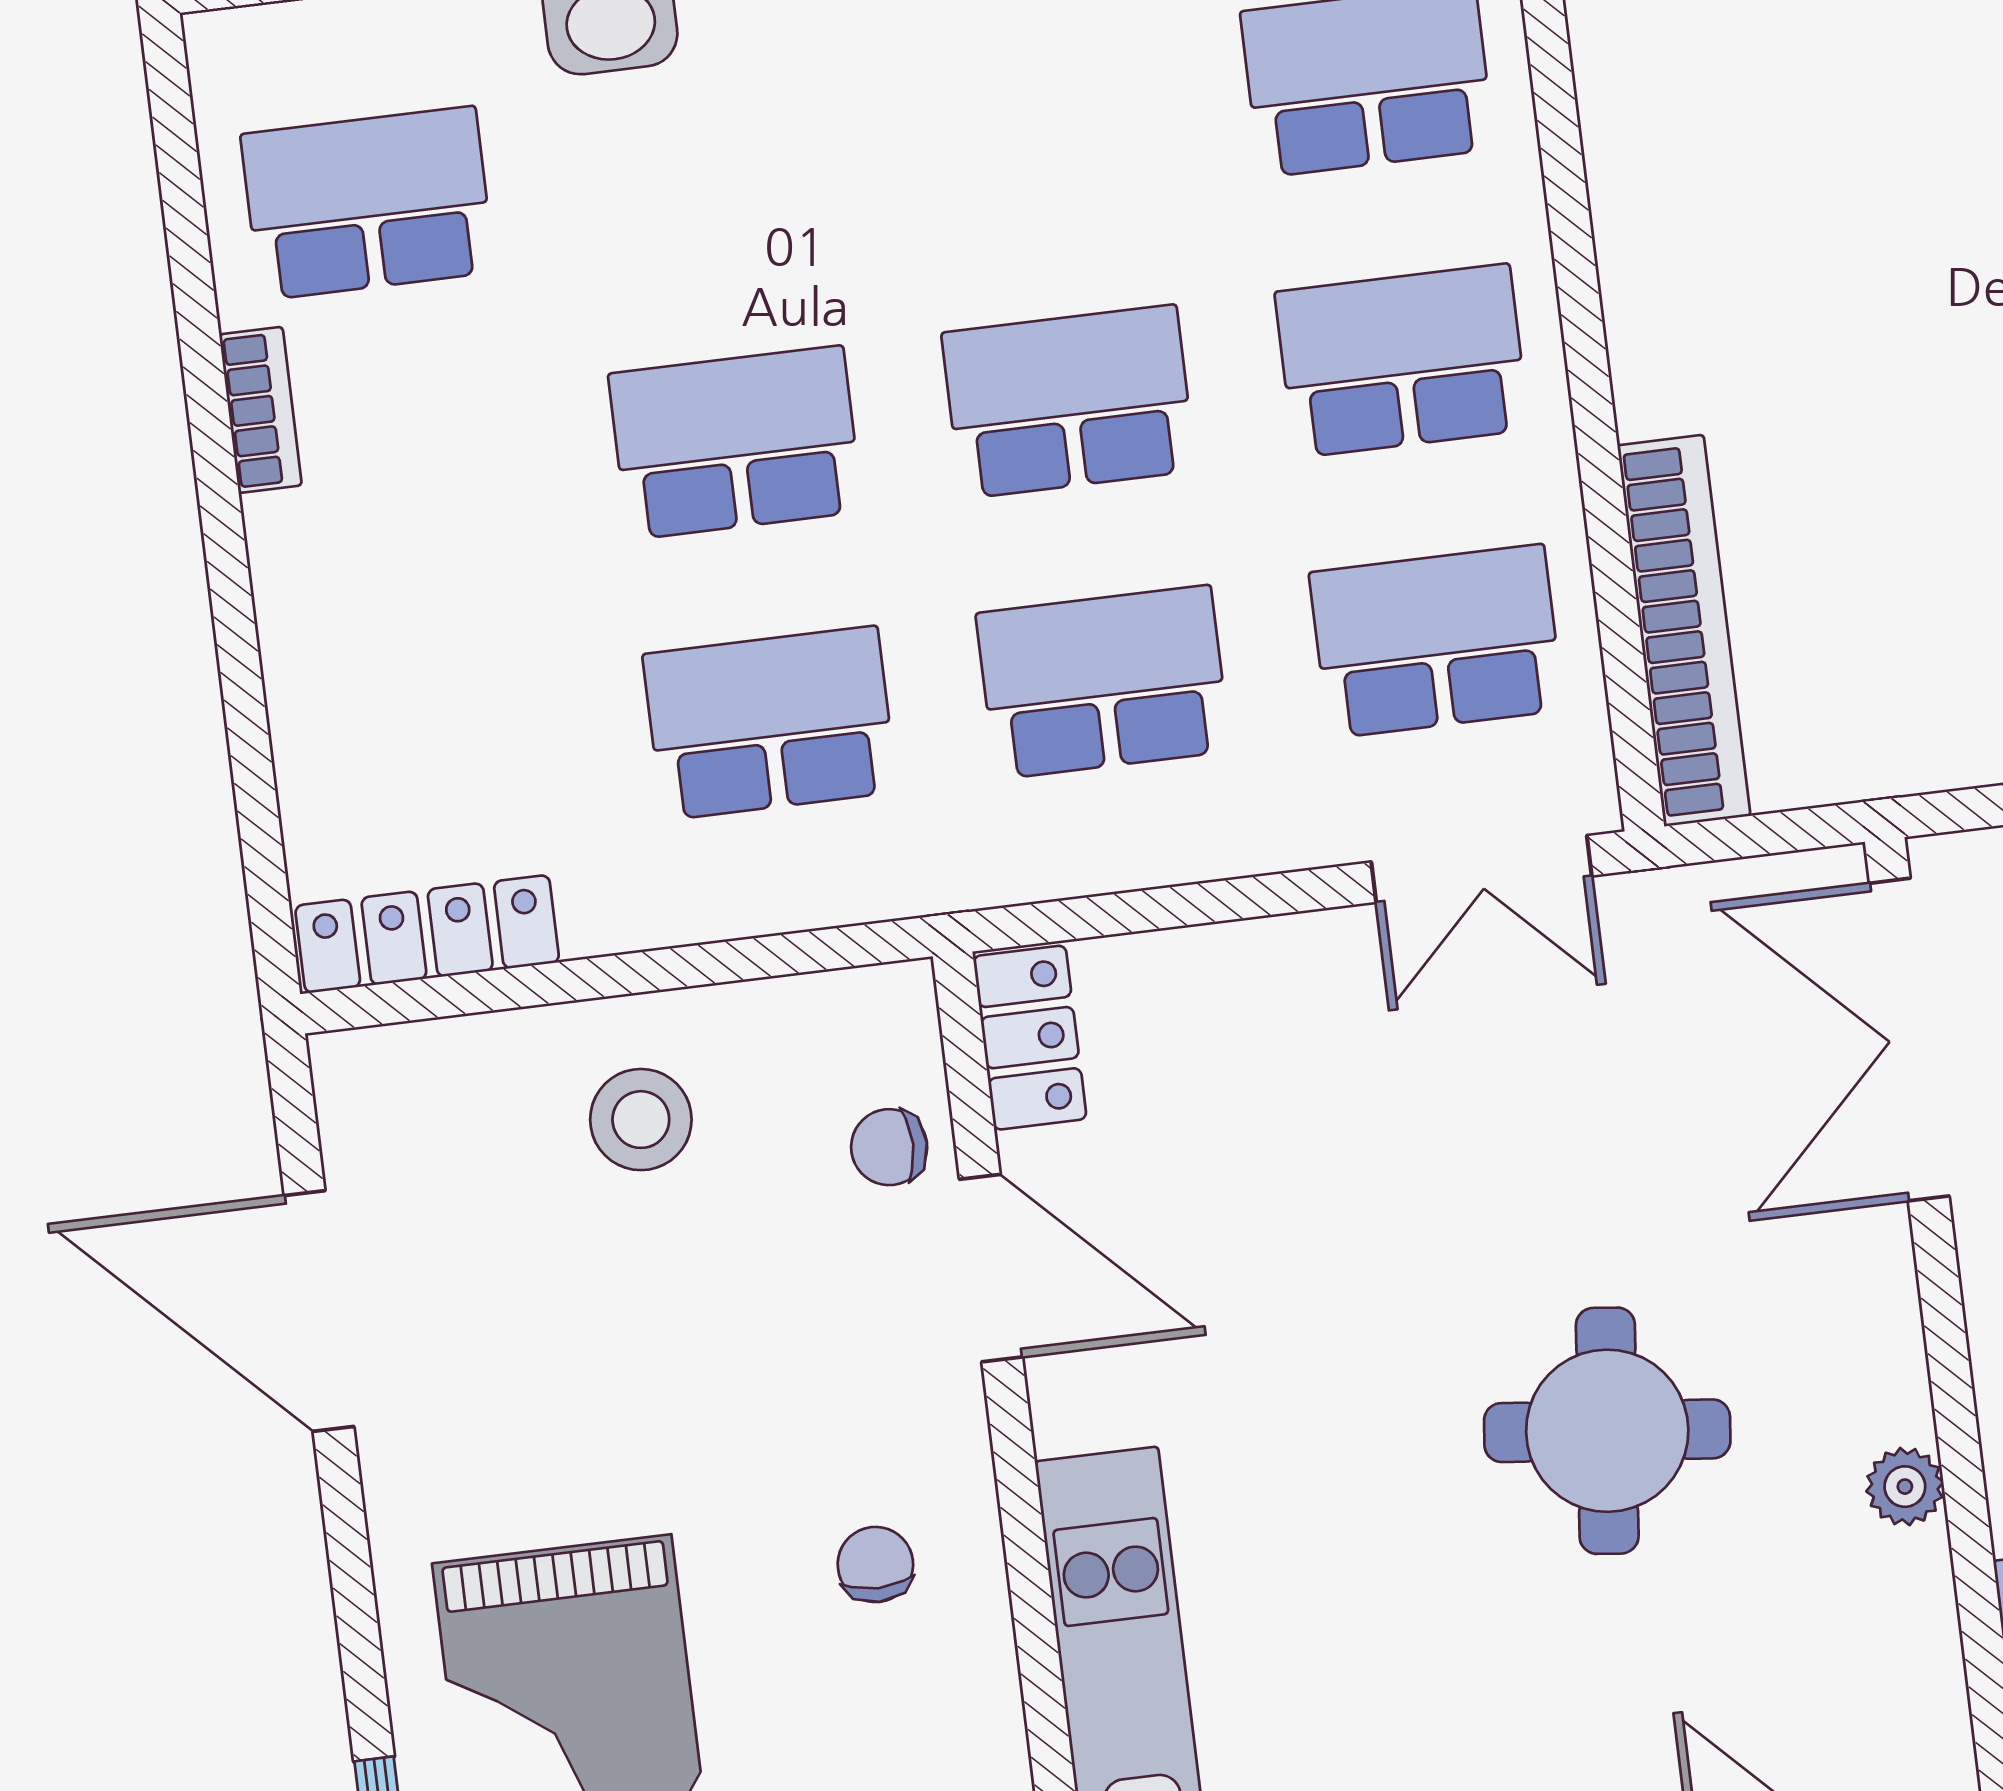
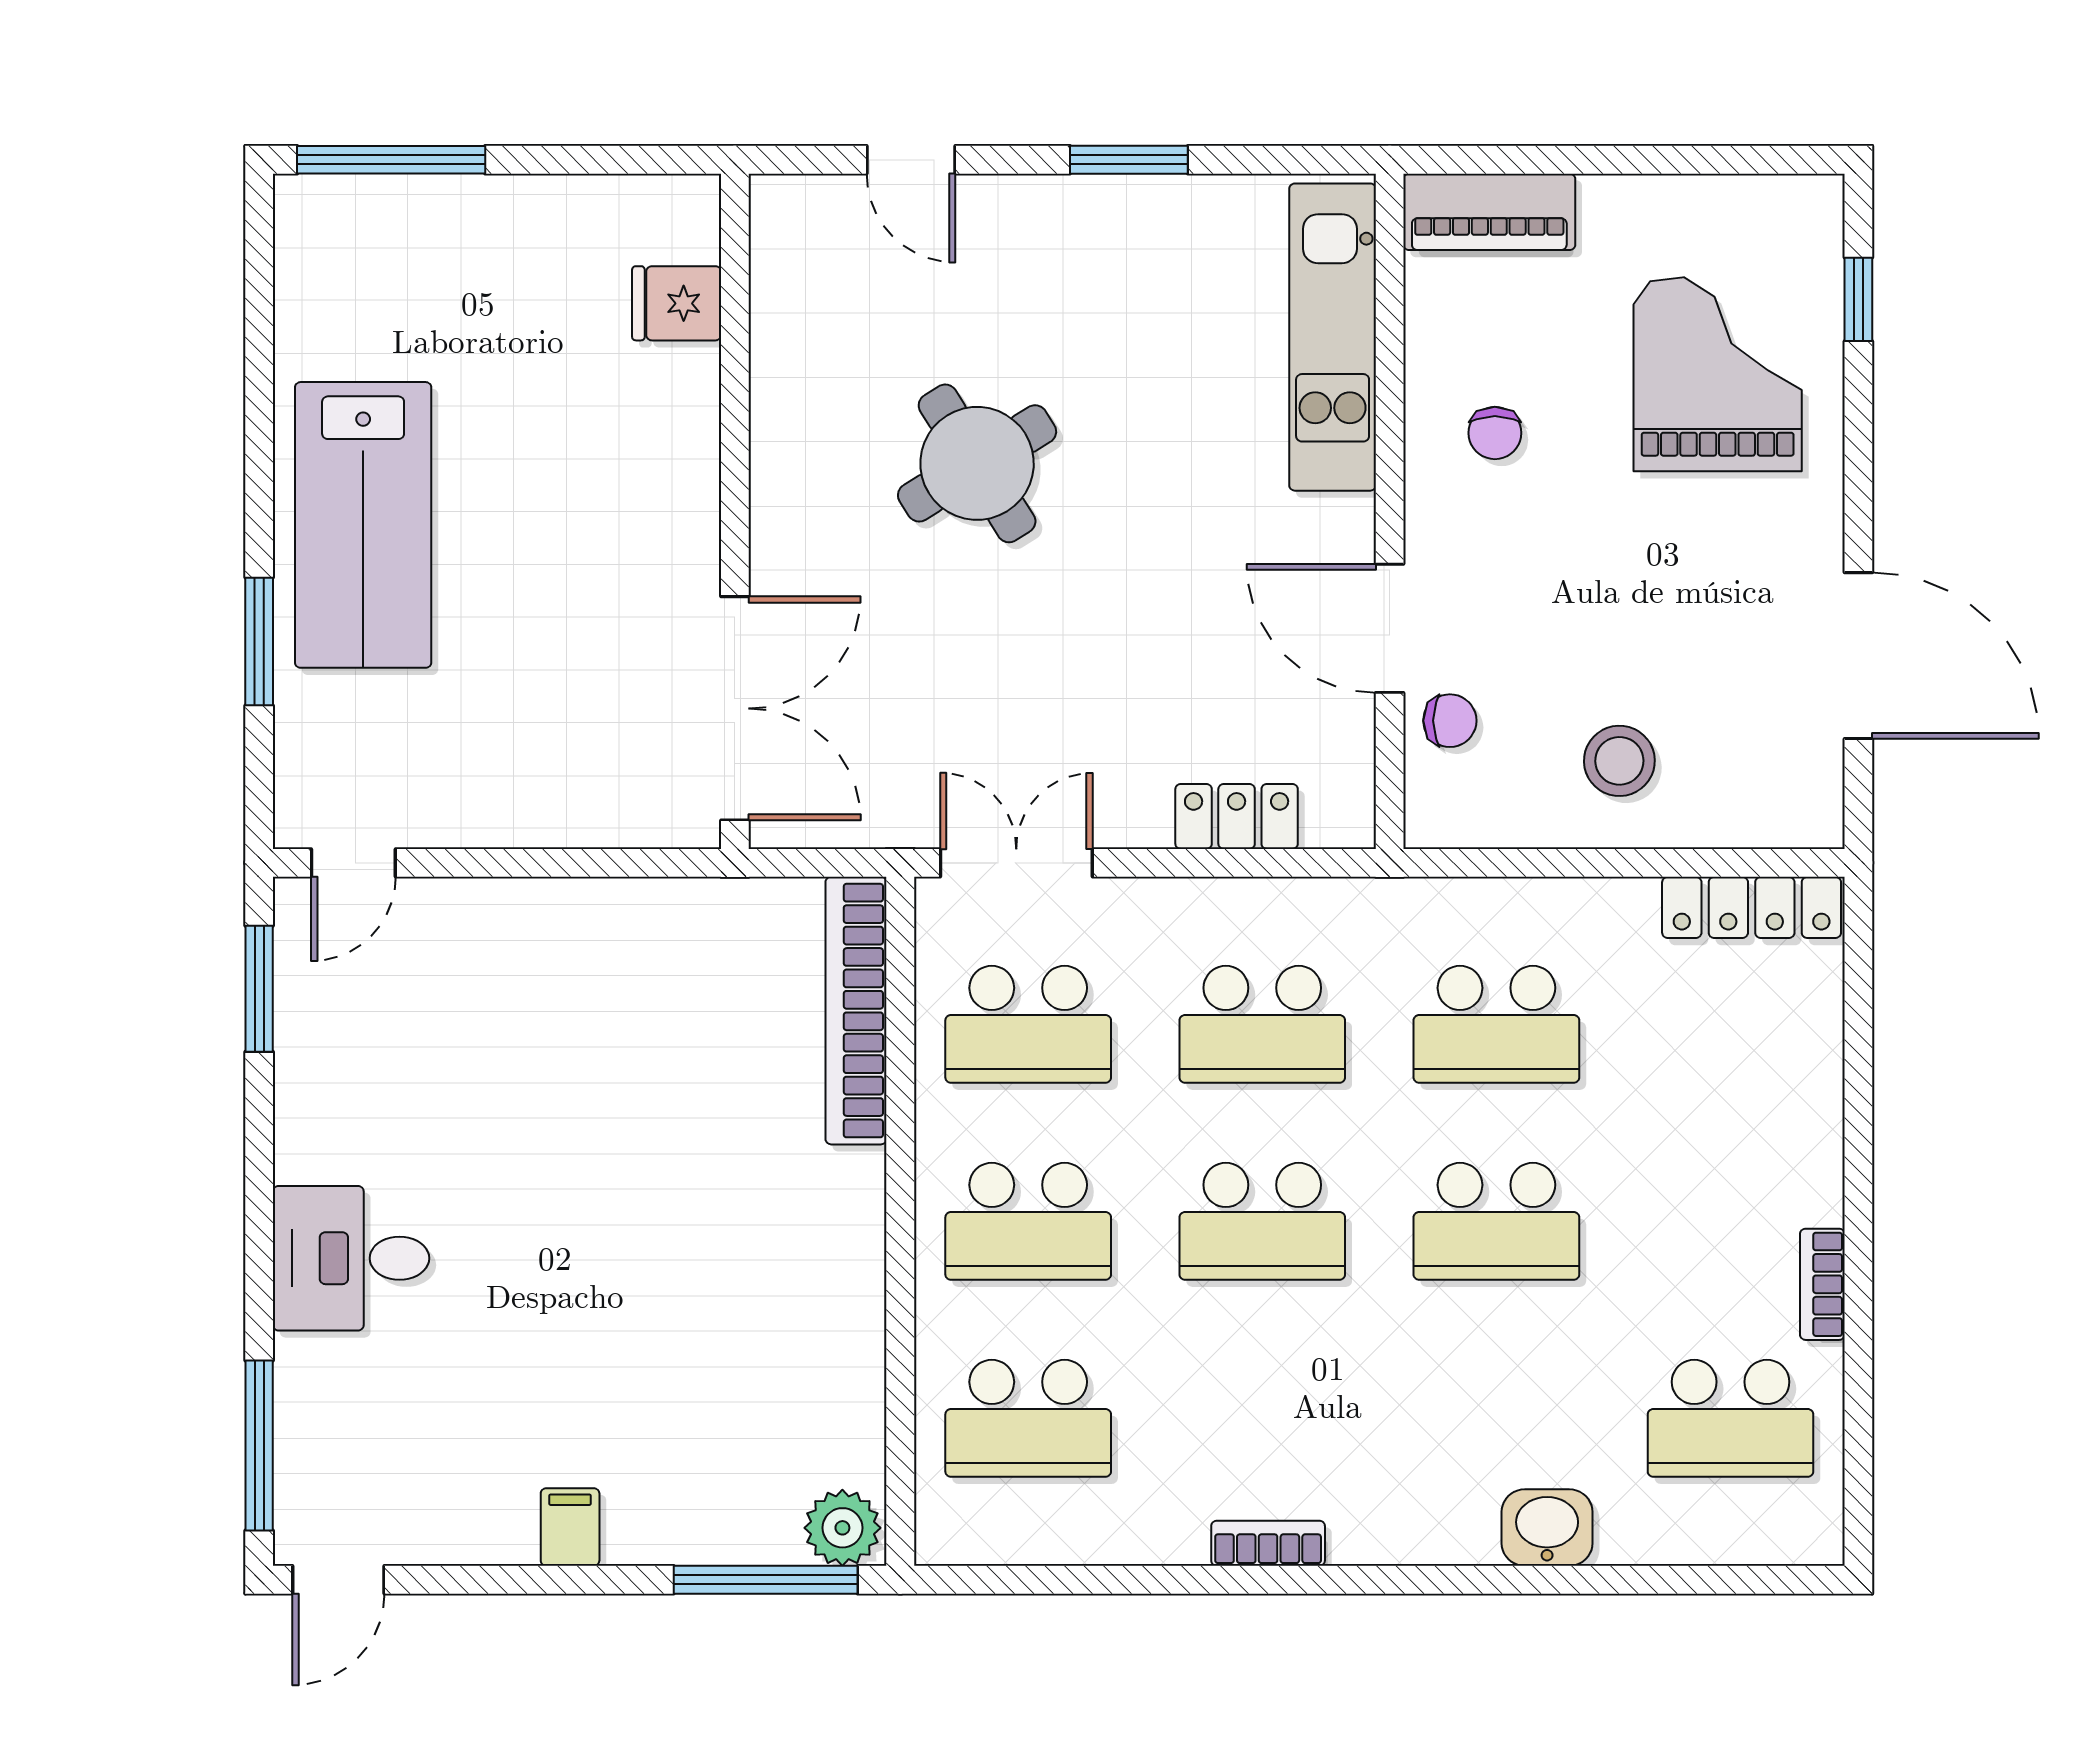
locker: (1030, 1038) -> (1237, 816), moved, turned 90
round table: (1607, 1431) -> (977, 463), turned -38
plant: (1905, 1487) -> (776, 399), removed

